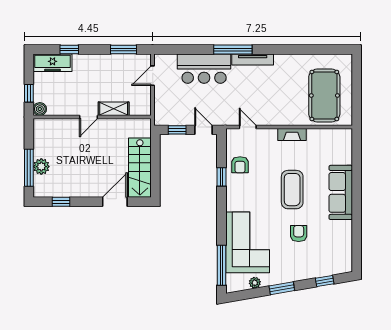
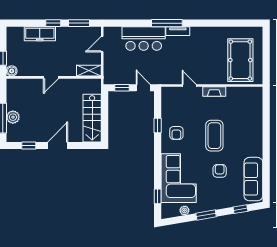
window: (69, 49) -> (53, 23), moved
tv unit: (253, 59) -> (178, 31), width x0.71
freezer: (53, 63) -> (40, 34), moved
shelving: (114, 109) -> (89, 71), moved
door: (248, 127) -> (189, 85), moved
armchair: (240, 165) -> (176, 133), moved
sofa: (341, 192) -> (253, 179), moved
door: (115, 202) -> (58, 145), moved
window: (221, 265) -> (158, 196), width x0.46

